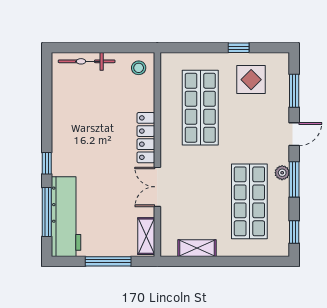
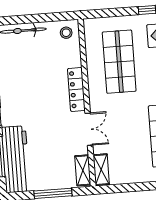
double door: (157, 187) -> (89, 129), swing flipped
shelving: (197, 248) -> (101, 170), moved, turned 90

